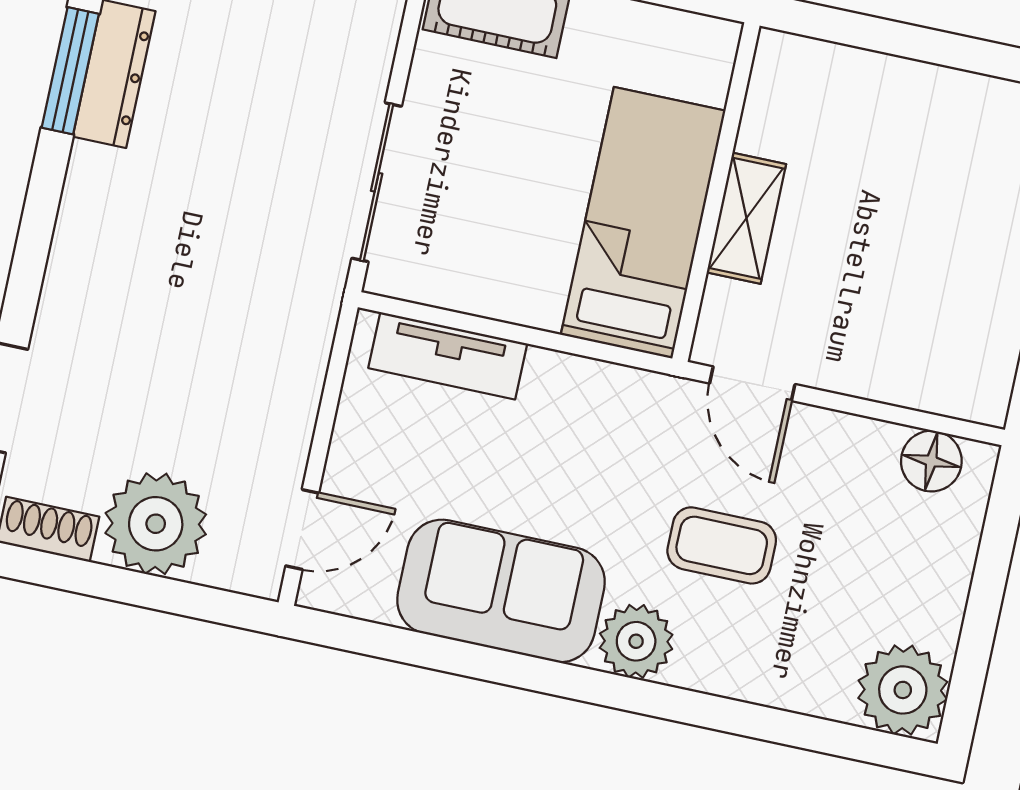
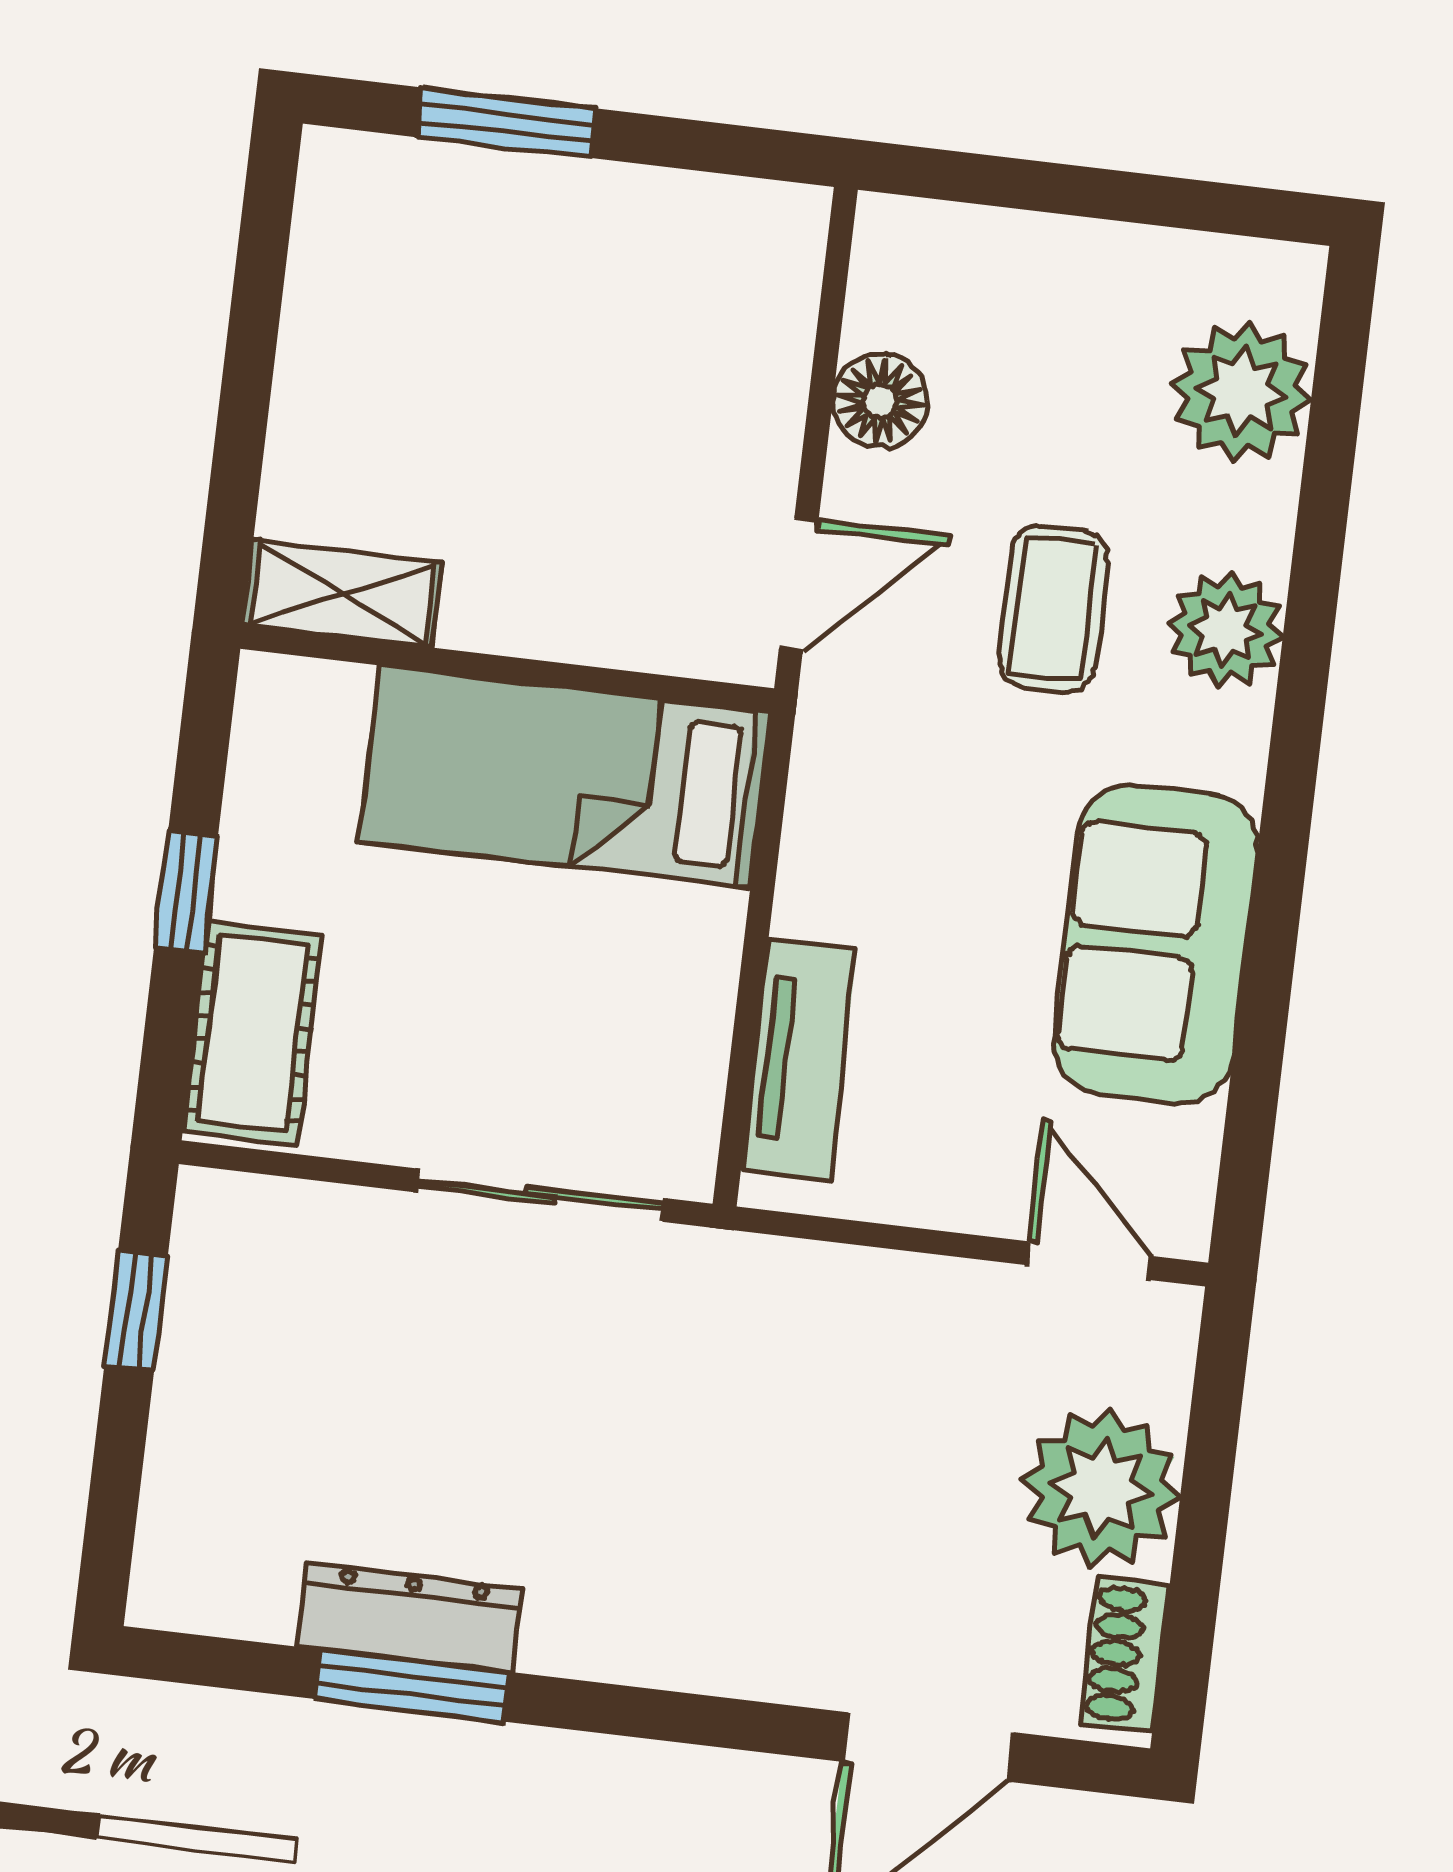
shelving: (746, 218) -> (343, 594), moved
floor lamp: (931, 461) -> (880, 401), moved
plant: (636, 641) -> (1226, 630), moved
plant: (903, 690) -> (1241, 392), moved

